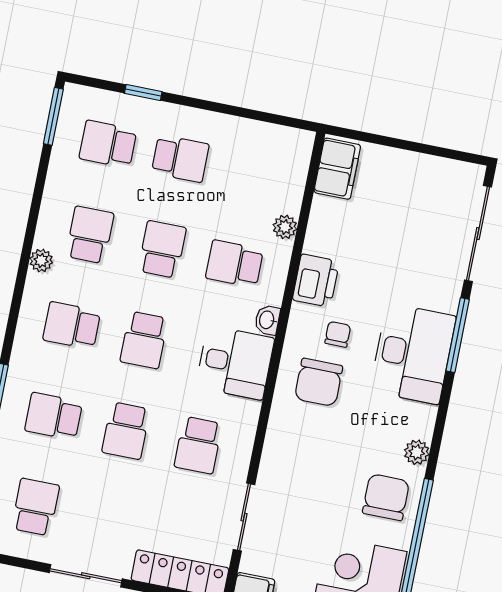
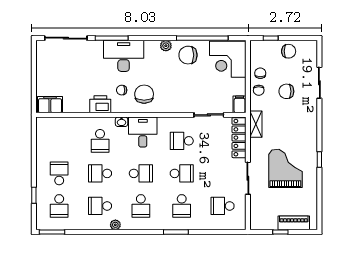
plant: (285, 227) -> (80, 122), removed
chair: (319, 382) -> (144, 94), turned -90
school desk: (198, 445) -> (182, 141), turned 180

